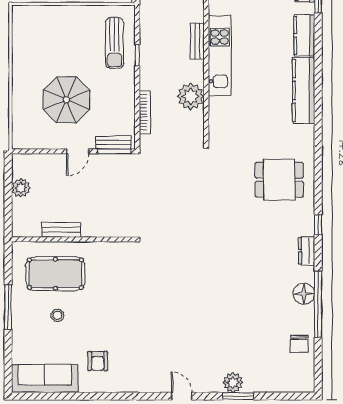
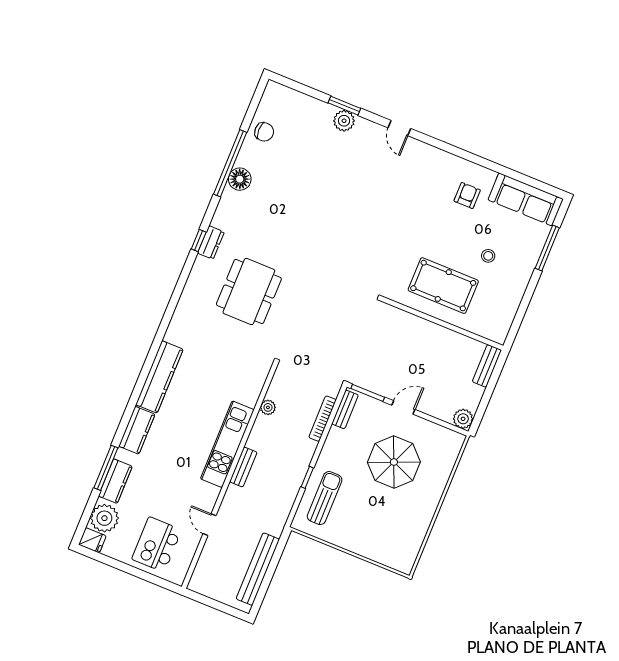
plant: (191, 96) -> (268, 407), width x0.53, depth x0.53
bench: (113, 143) -> (345, 409), moved, turned 90
dining table: (279, 180) -> (249, 292), moved, width x1.38
plant: (21, 188) -> (463, 419), moved
bench: (61, 230) -> (487, 366), moved, turned 90
dresser: (307, 251) -> (211, 242), moved
pool table: (55, 274) -> (443, 286), moved
window: (8, 307) -> (547, 248), moved
chair: (299, 344) -> (264, 132), turned 90

